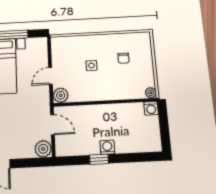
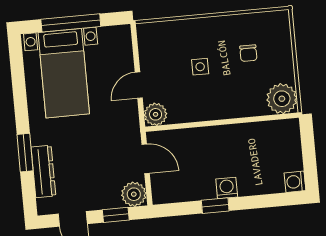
plant: (151, 93) -> (282, 99), width x1.87, depth x1.87
washing machine: (151, 108) -> (295, 182), moved, turned 90
window: (30, 163) -> (116, 215), added

